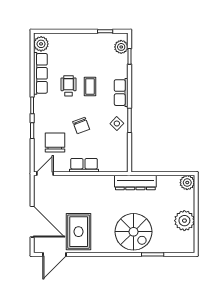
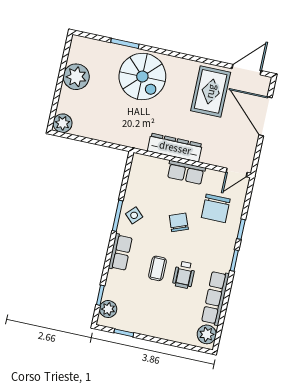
dresser: (135, 182) -> (175, 148), moved
spiral stairs: (134, 232) -> (142, 76), turned 180

